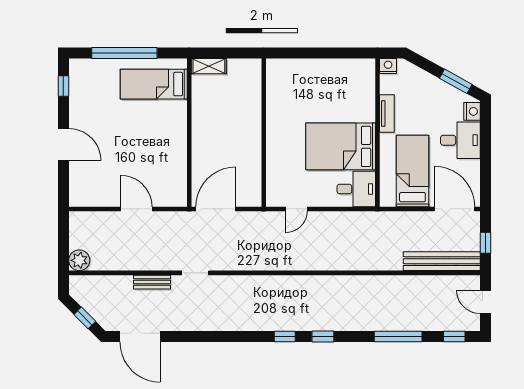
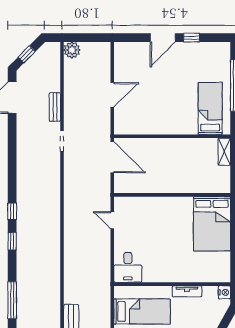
window: (63, 86) -> (192, 38), moved
bed: (341, 146) -> (212, 224), moved, turned 180

